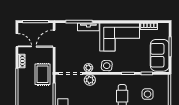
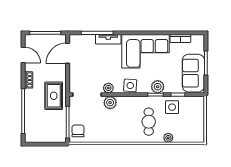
plant: (130, 67) -> (158, 87), added
side table: (148, 94) -> (172, 107), moved

